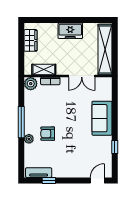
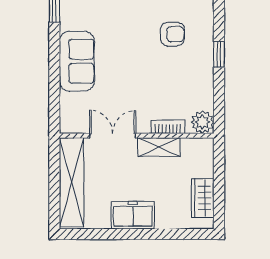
shelving: (44, 69) -> (159, 147), moved
window: (21, 122) -> (219, 54), width x0.46
plant: (29, 139) -> (206, 25), removed

